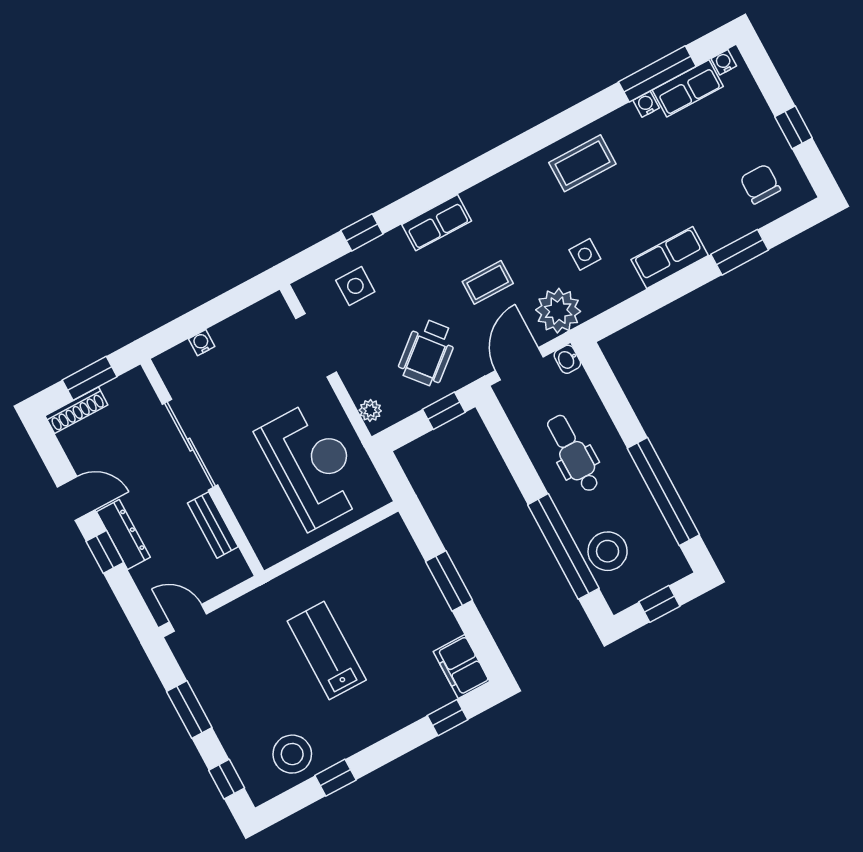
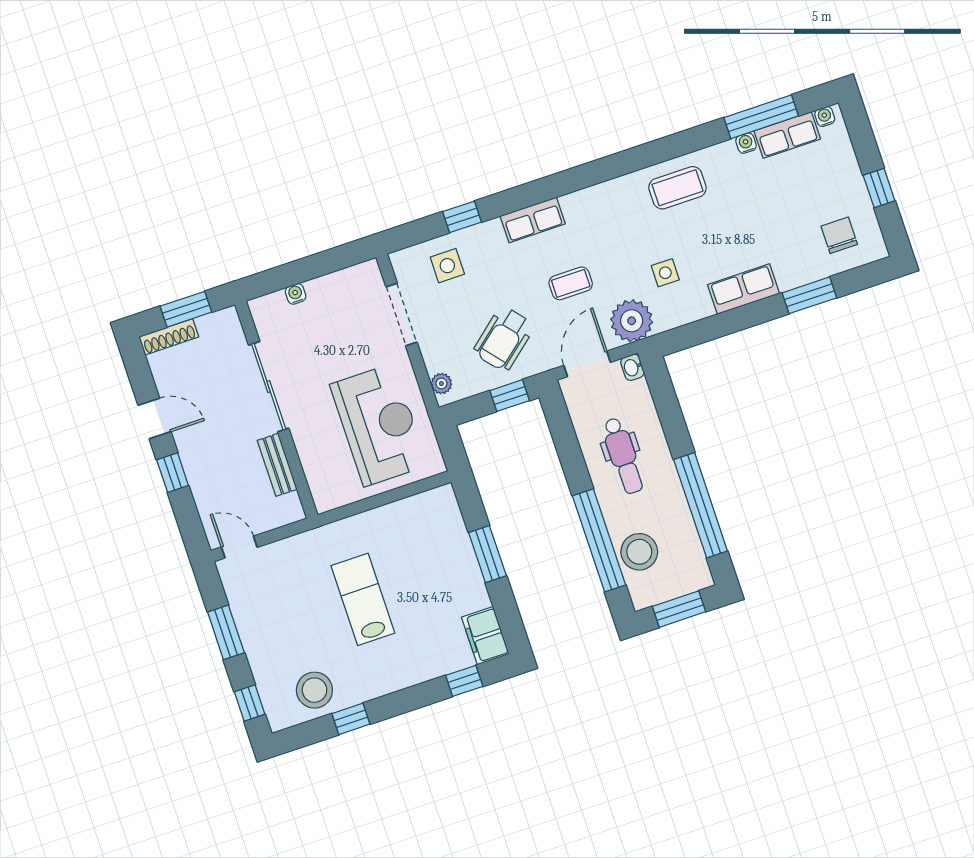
dental chair: (573, 454) -> (623, 456), turned 180
dresser: (123, 535) -> (193, 460), removed
window: (659, 604) -> (679, 609), width x1.50

